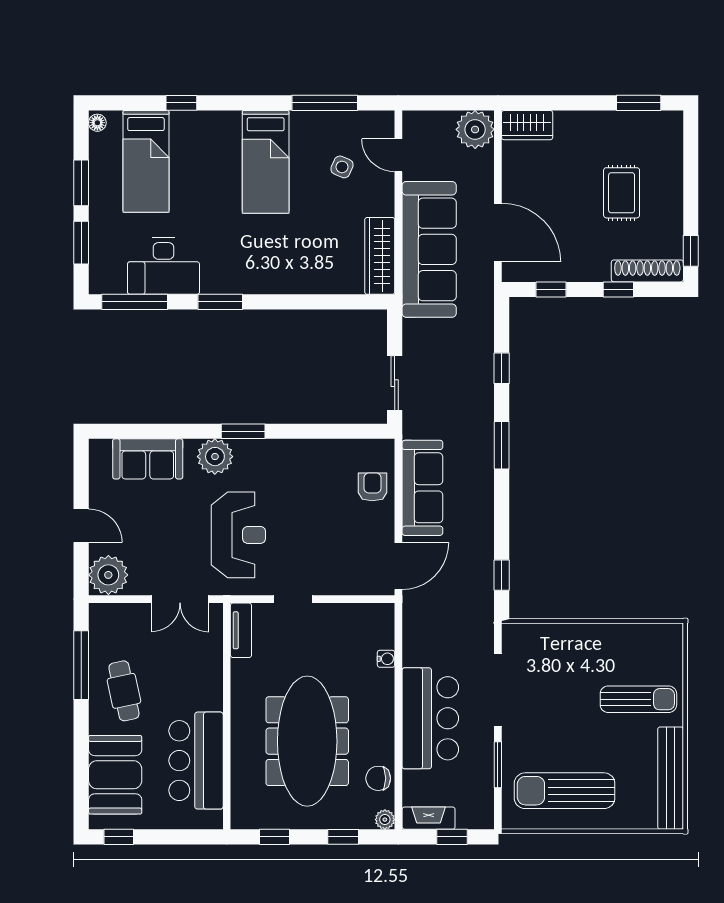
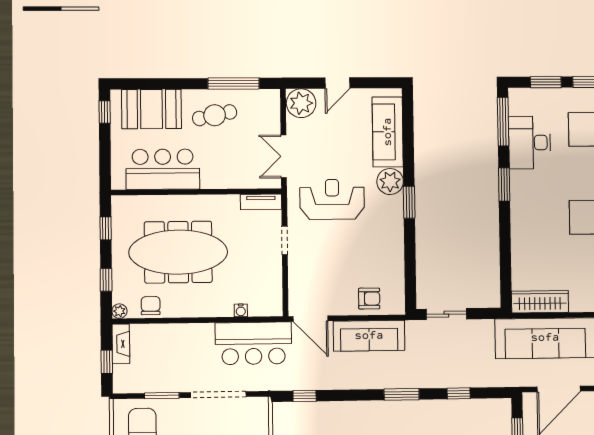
sofa: (148, 459) -> (388, 132), width x1.36
reception desk: (238, 535) -> (332, 199), turned 180
bar counter: (430, 718) -> (253, 343), moved

